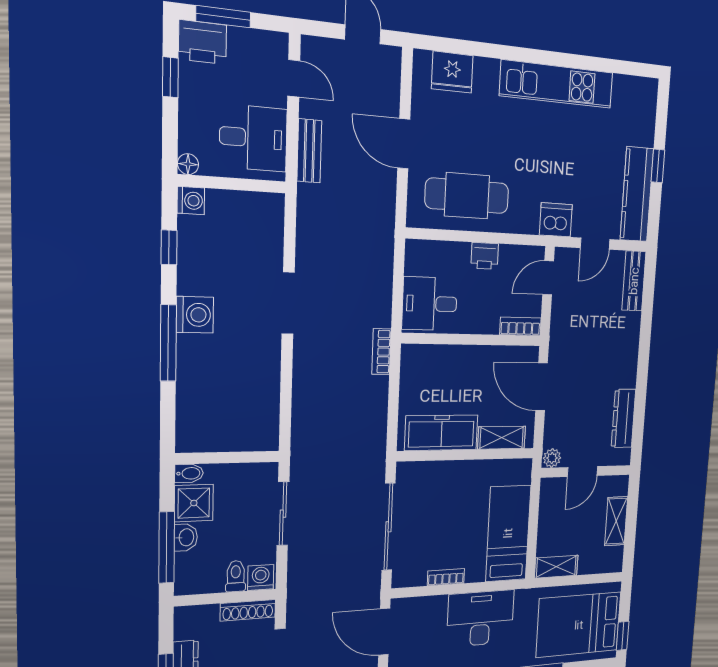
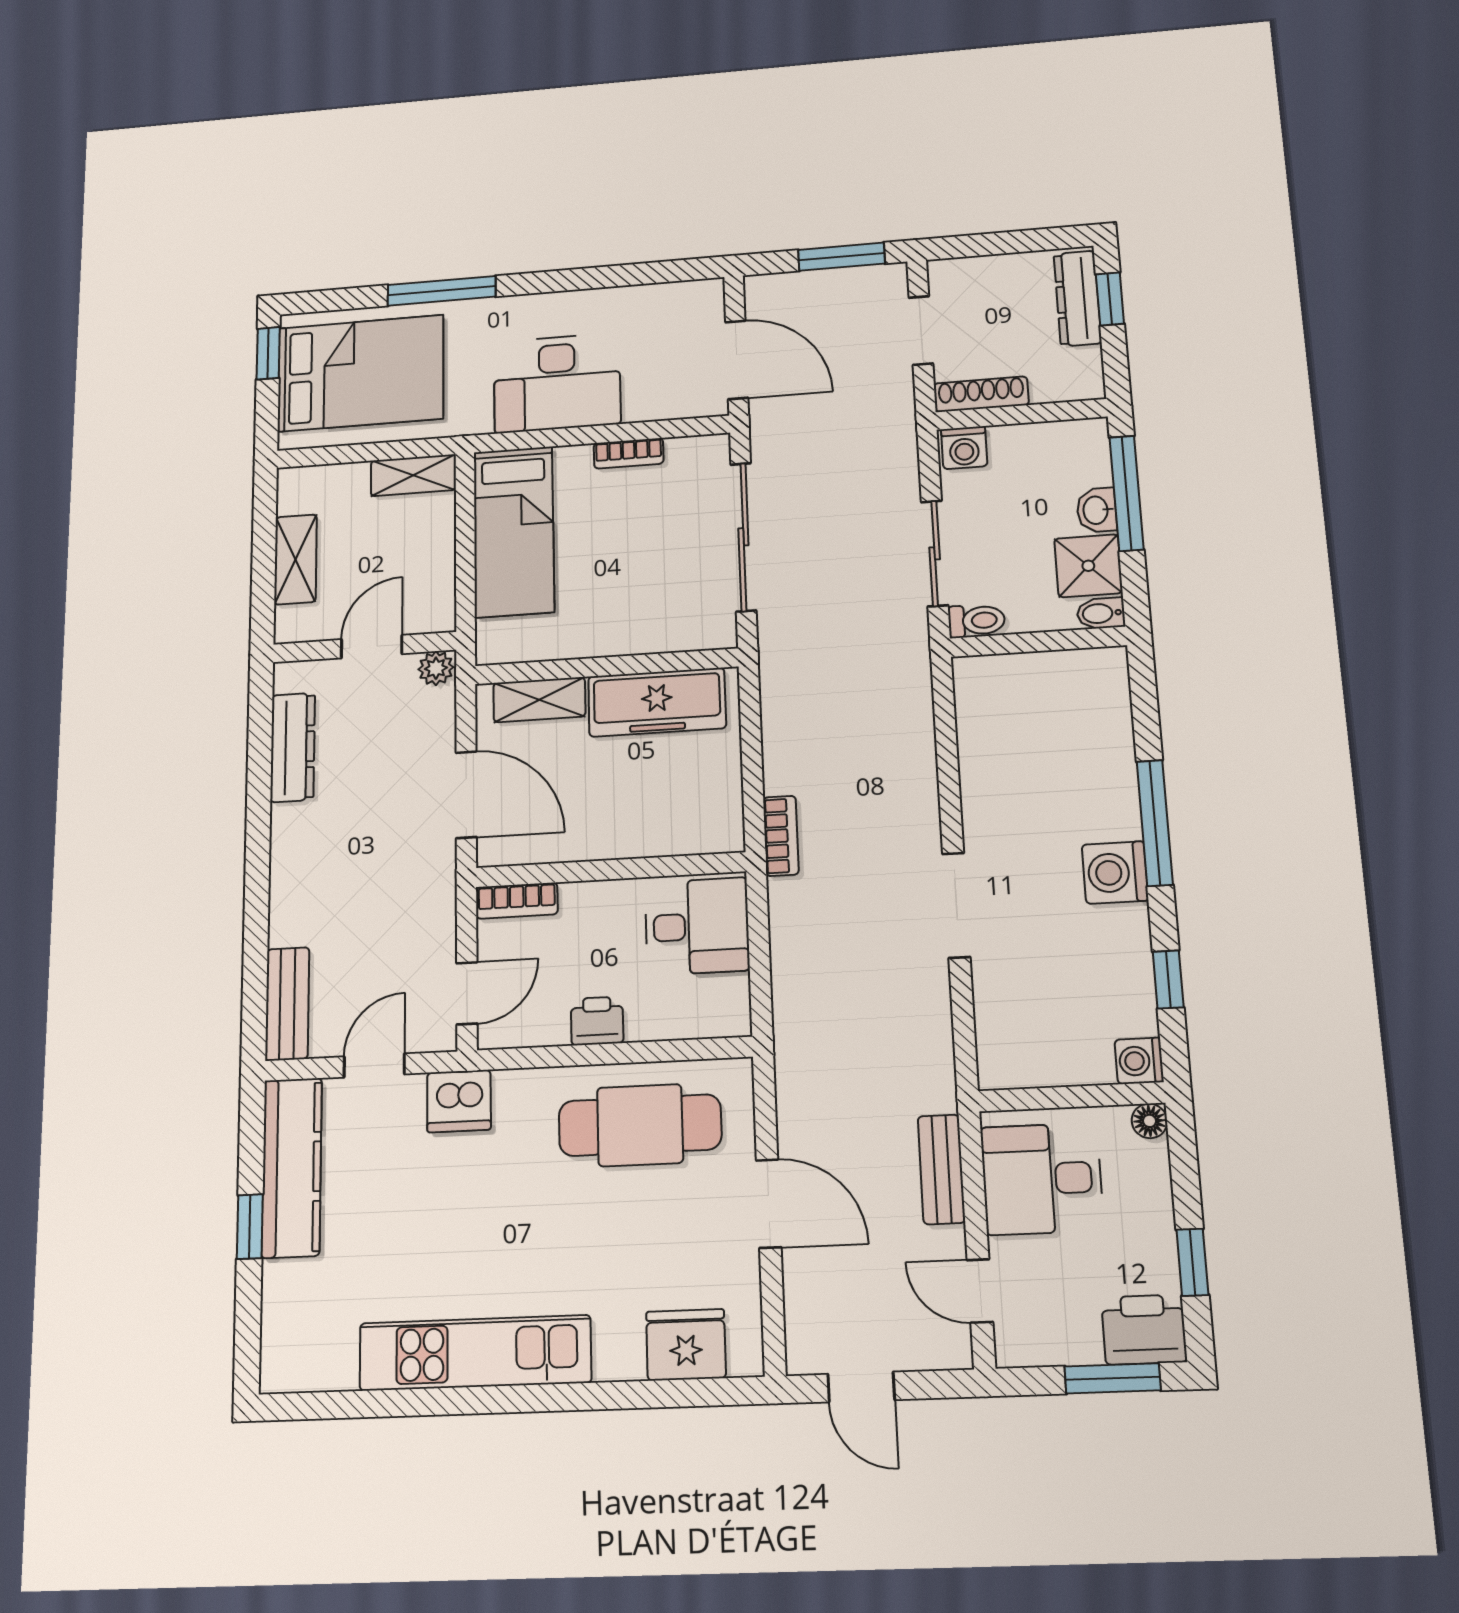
toilet: (236, 576) -> (976, 621), moved, turned -90

